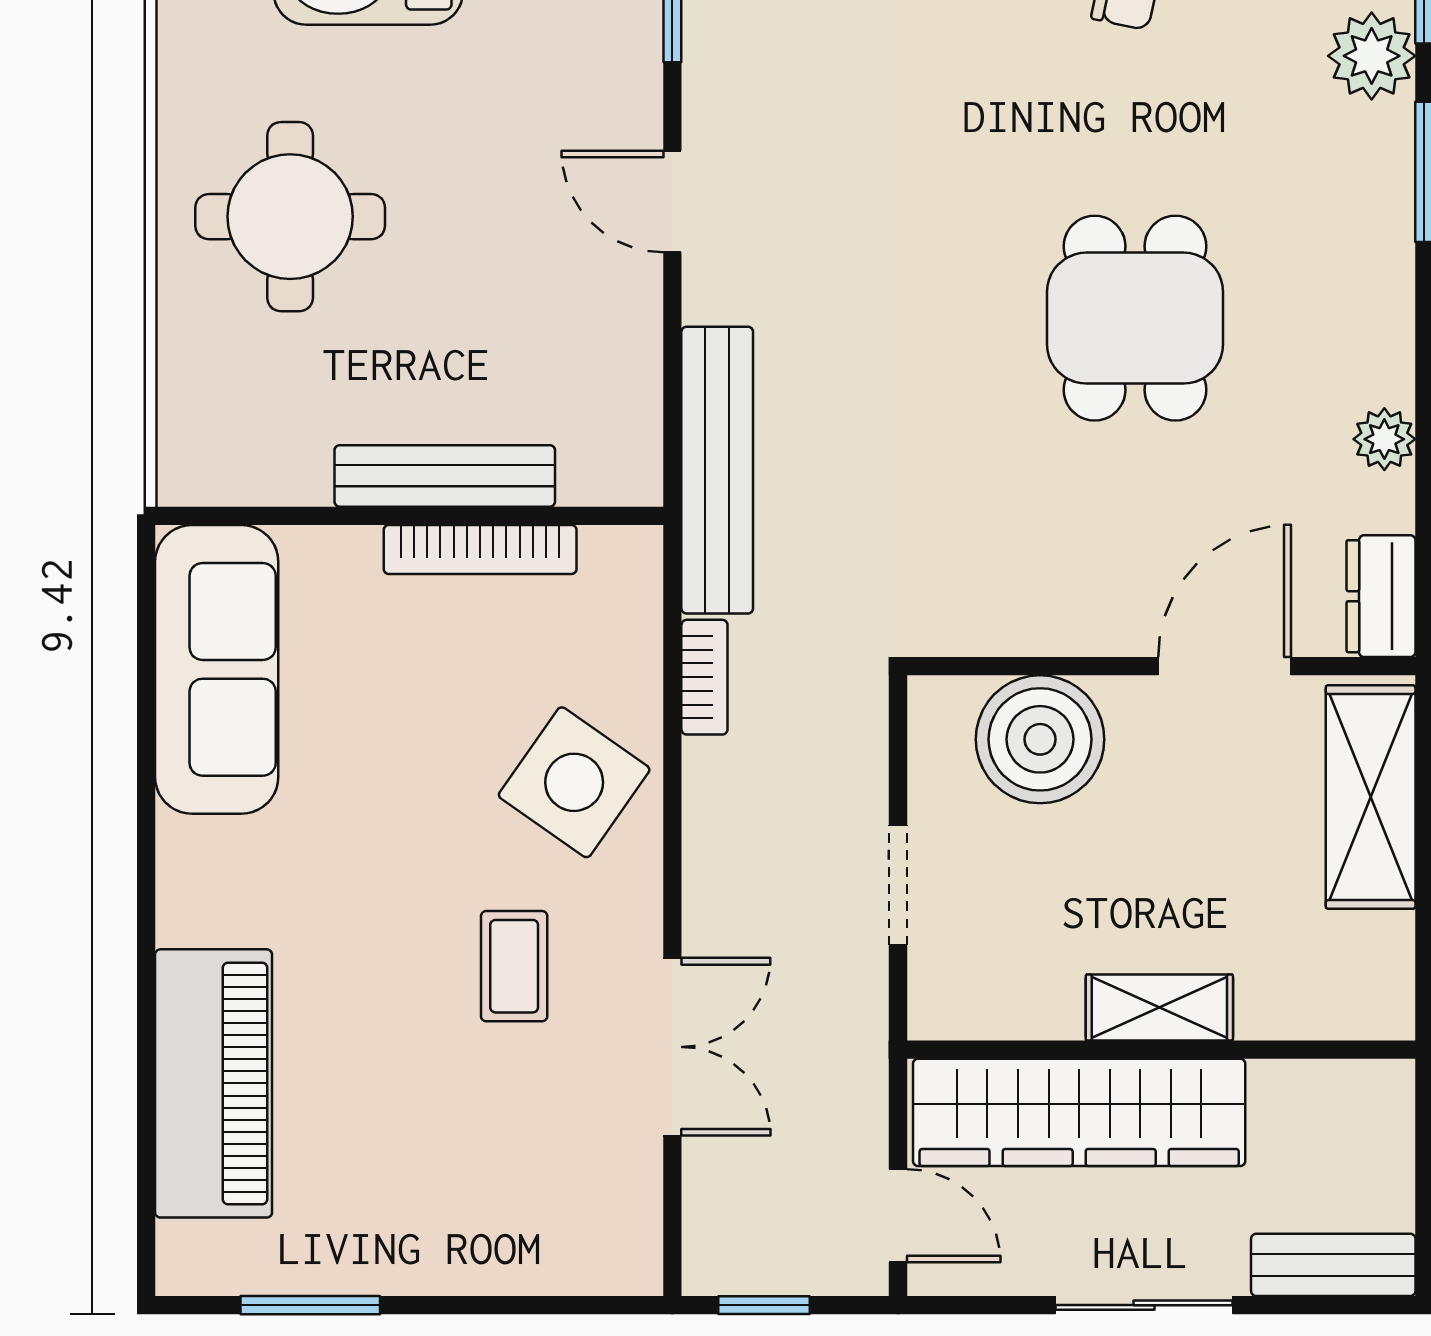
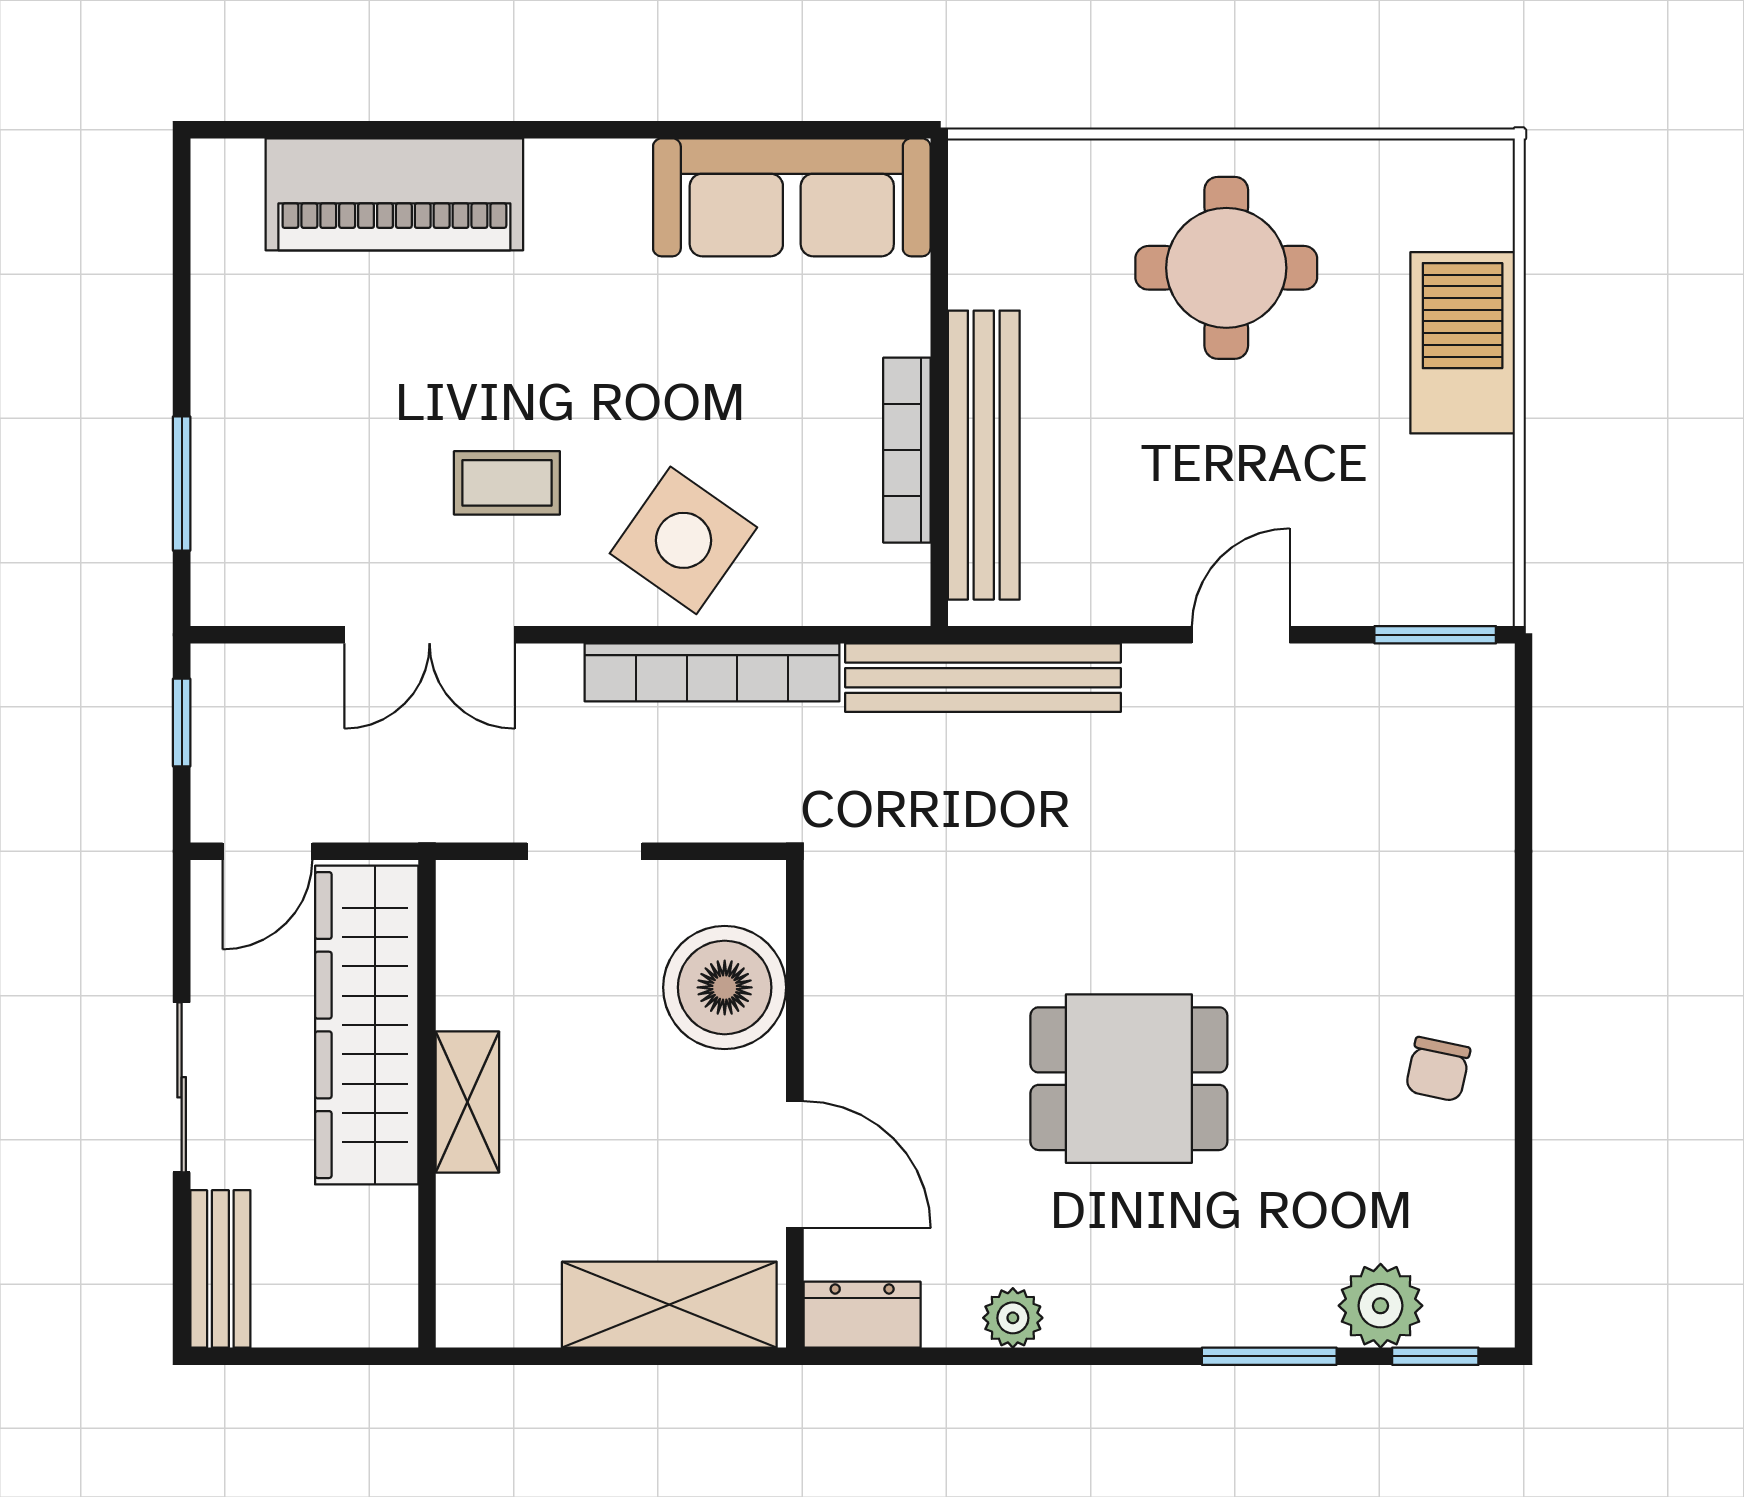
bench: (445, 476) -> (984, 455), width x1.37, depth x1.21
bookcase: (704, 677) -> (712, 672), width x2.31, depth x1.31
window: (310, 1305) -> (182, 484), moved

